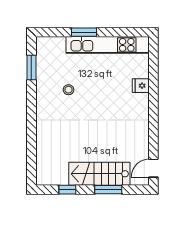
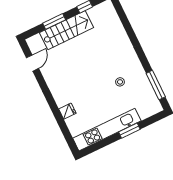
window: (31, 68) -> (156, 85), width x1.44
door: (153, 168) -> (32, 63), moved

